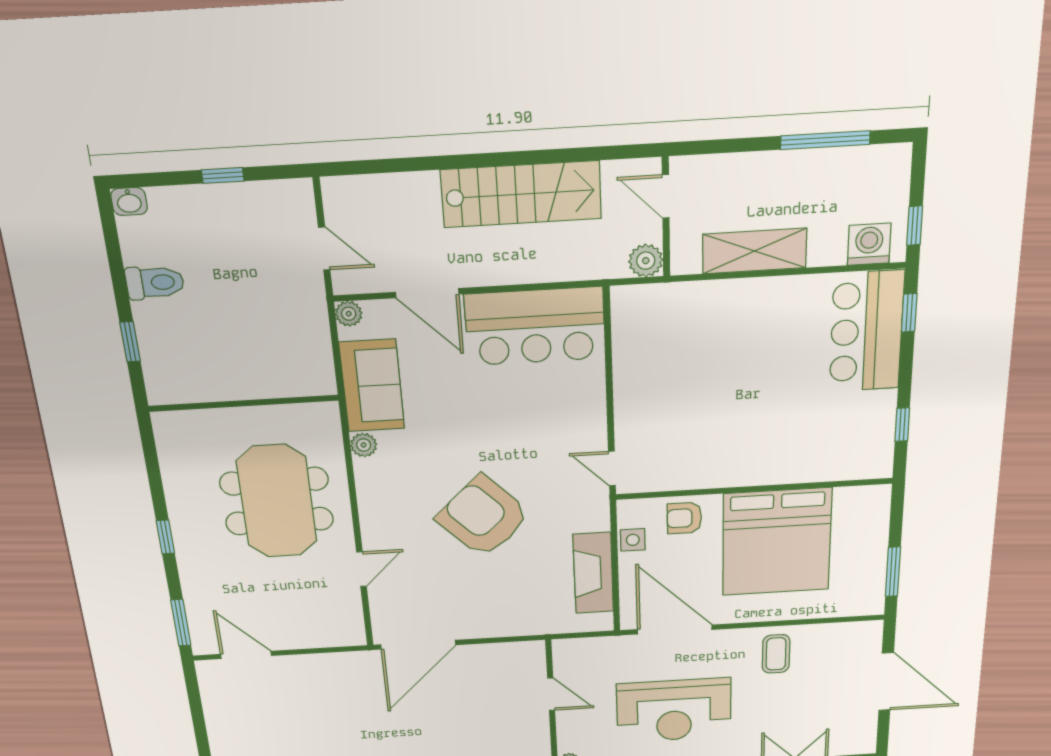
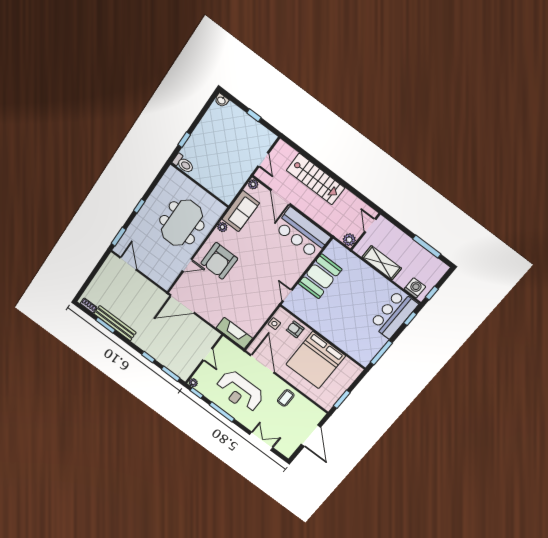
stairs: (521, 194) -> (316, 179), moved
toilet: (155, 283) -> (183, 164), moved
booth: (647, 380) -> (320, 276), added
window: (902, 425) -> (381, 353), width x2.17
armchair: (483, 517) -> (219, 261), moved, turned -136
fireplace: (593, 573) -> (234, 333), moved, turned 90

